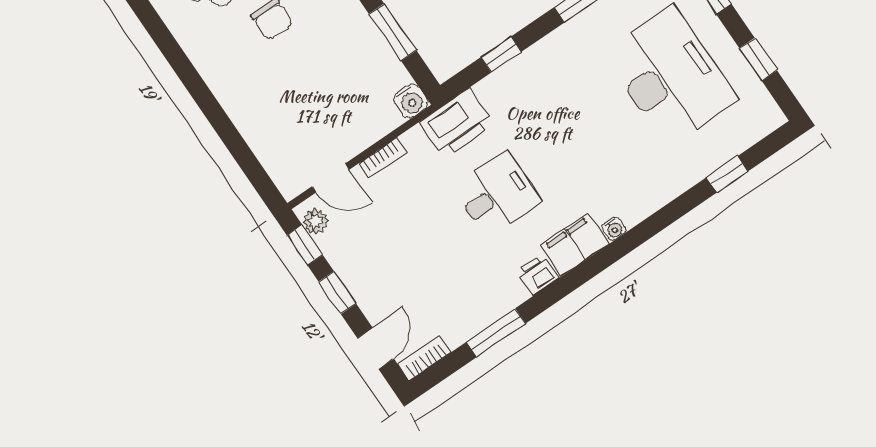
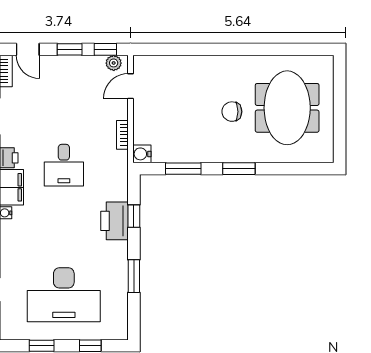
printer: (457, 123) -> (115, 221), moved
bookcase: (383, 158) -> (122, 135), moved

